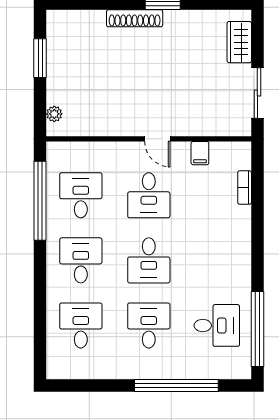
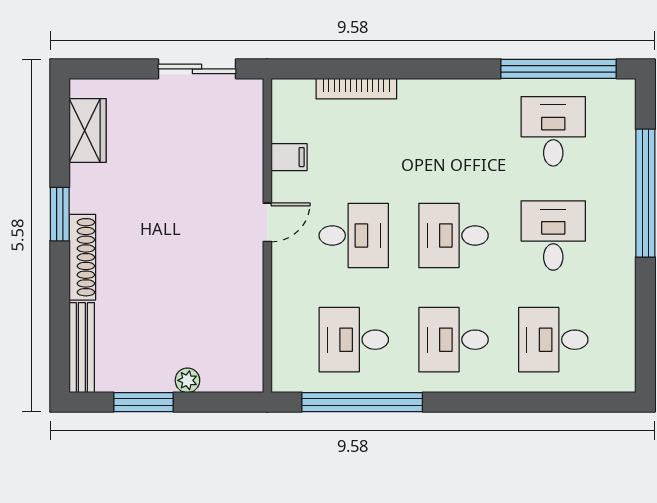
bench: (76, 18) -> (82, 348), added
wardrobe: (239, 42) -> (88, 130), moved, turned -90
plant: (54, 114) -> (187, 380), moved
bookcase: (245, 188) -> (356, 89), width x1.56
desk: (149, 260) -> (453, 235), turned 180
desk: (149, 325) -> (553, 235), turned 90

